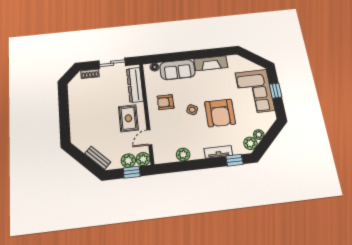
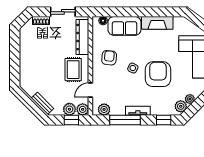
armchair: (166, 102) -> (109, 58), turned 96
armchair: (220, 113) -> (158, 74), turned 180
tv unit: (218, 152) -> (138, 111), moved
plant: (183, 155) -> (104, 109), moved
window: (192, 165) -> (125, 120), added

